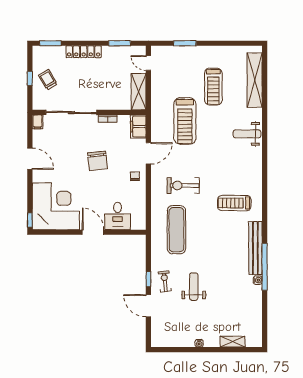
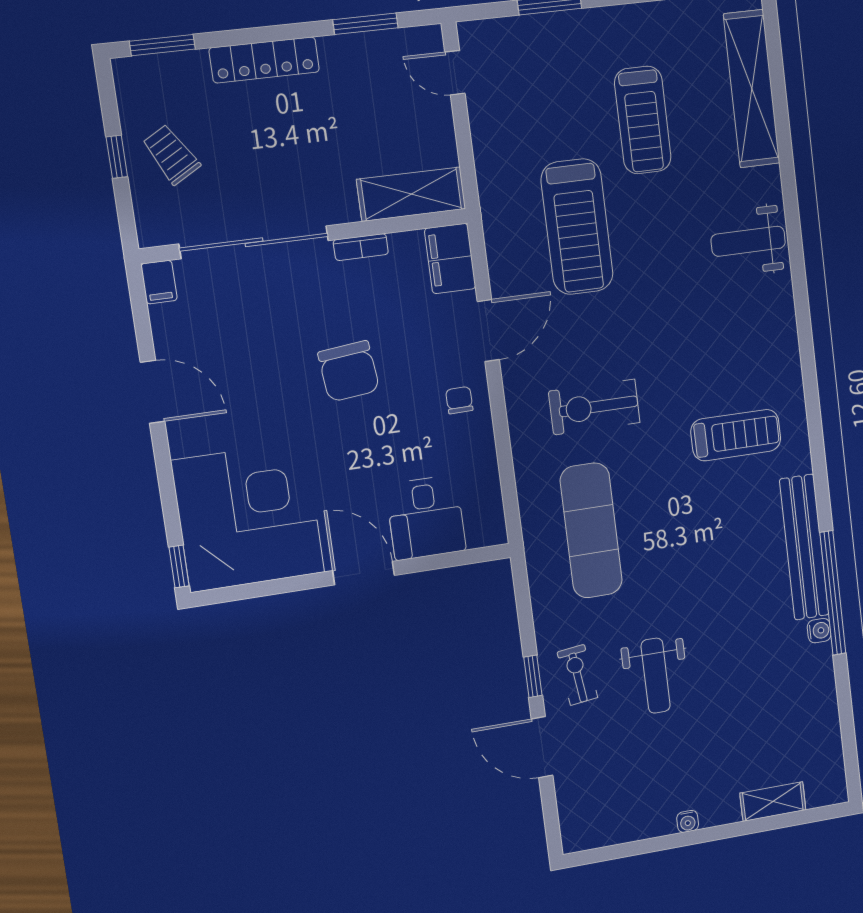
shelving: (139, 92) -> (411, 194), moved, turned 90
treadmill: (234, 203) -> (736, 435), turned 180
weight bench: (194, 287) -> (656, 676), turned 180

